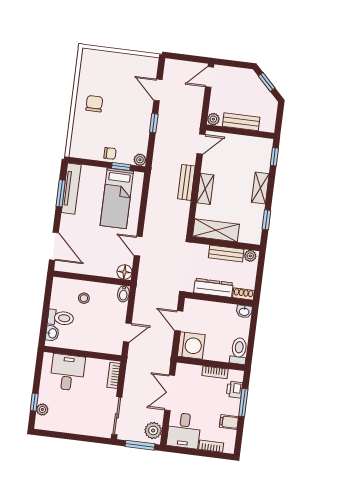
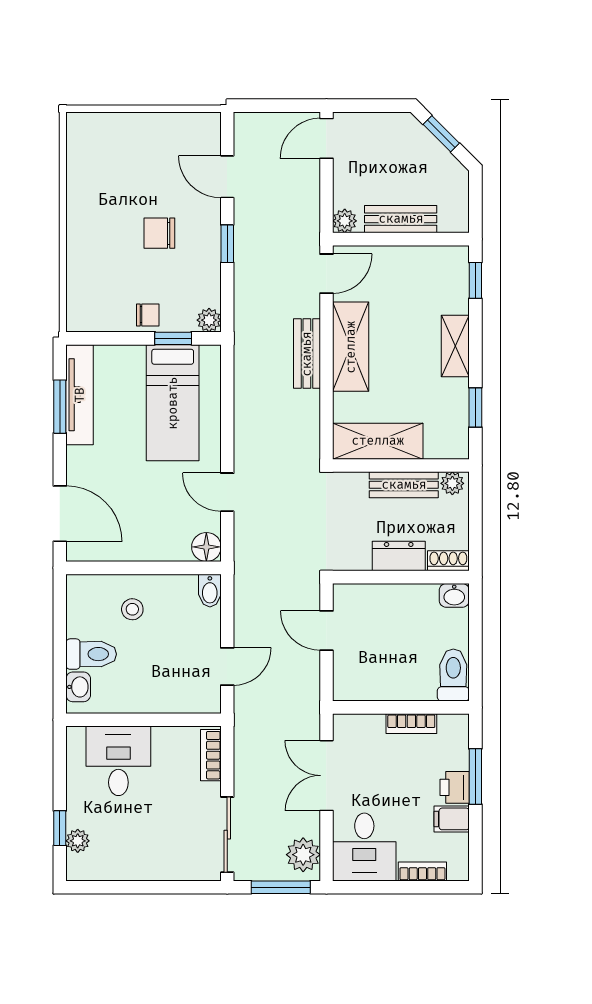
chair: (94, 104) -> (159, 233), moved, turned -90
shelving: (205, 189) -> (351, 347), width x1.50, depth x1.33
dresser: (213, 288) -> (399, 556), width x0.70
washing machine: (191, 346) -> (358, 676), removed
printer: (235, 390) -> (455, 787), moved

